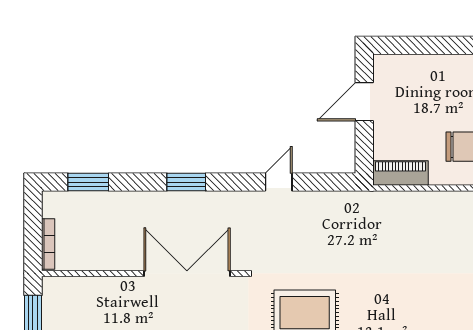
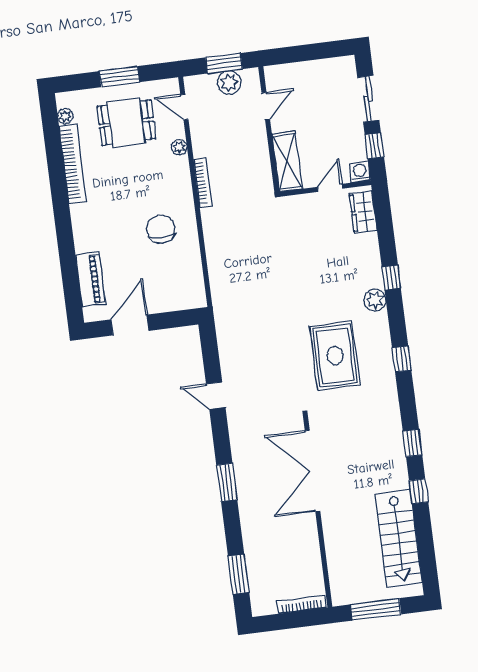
door: (364, 102) -> (130, 325), swing flipped
piano: (400, 173) -> (90, 280), moved, turned 180

